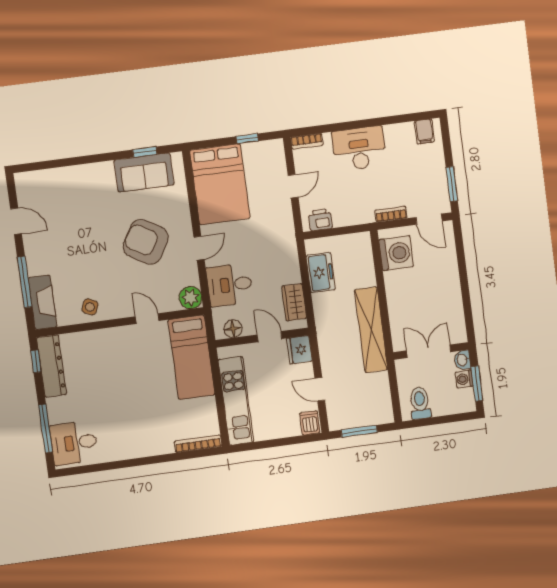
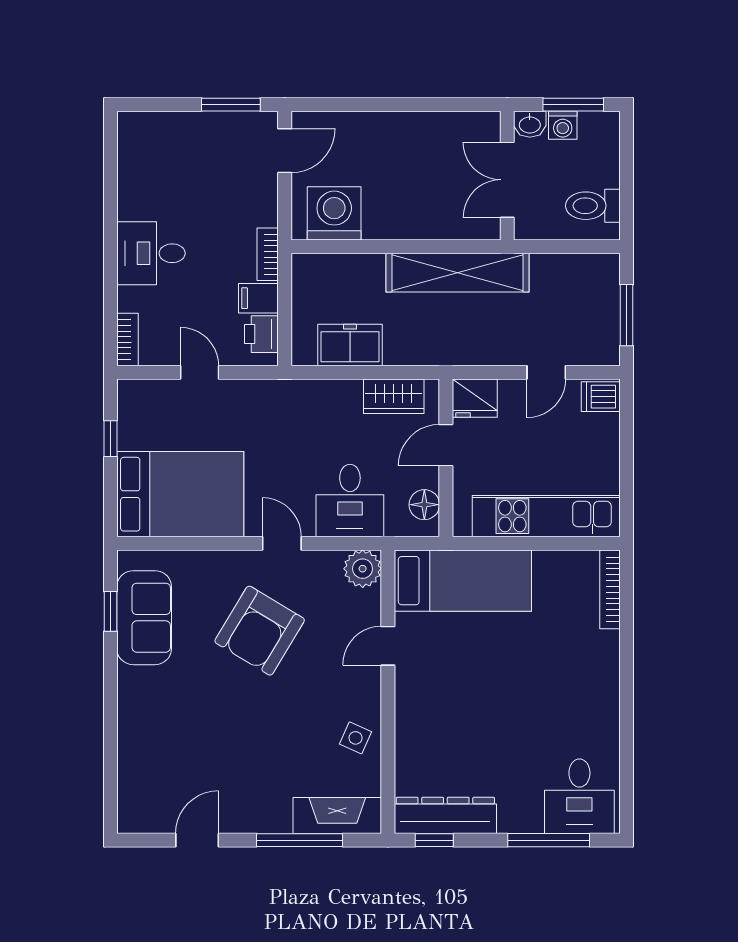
filing cabinet: (424, 131) -> (258, 298), moved, turned 180
desk: (359, 148) -> (151, 253), width x0.73
bookcase: (391, 214) -> (268, 254), moved

